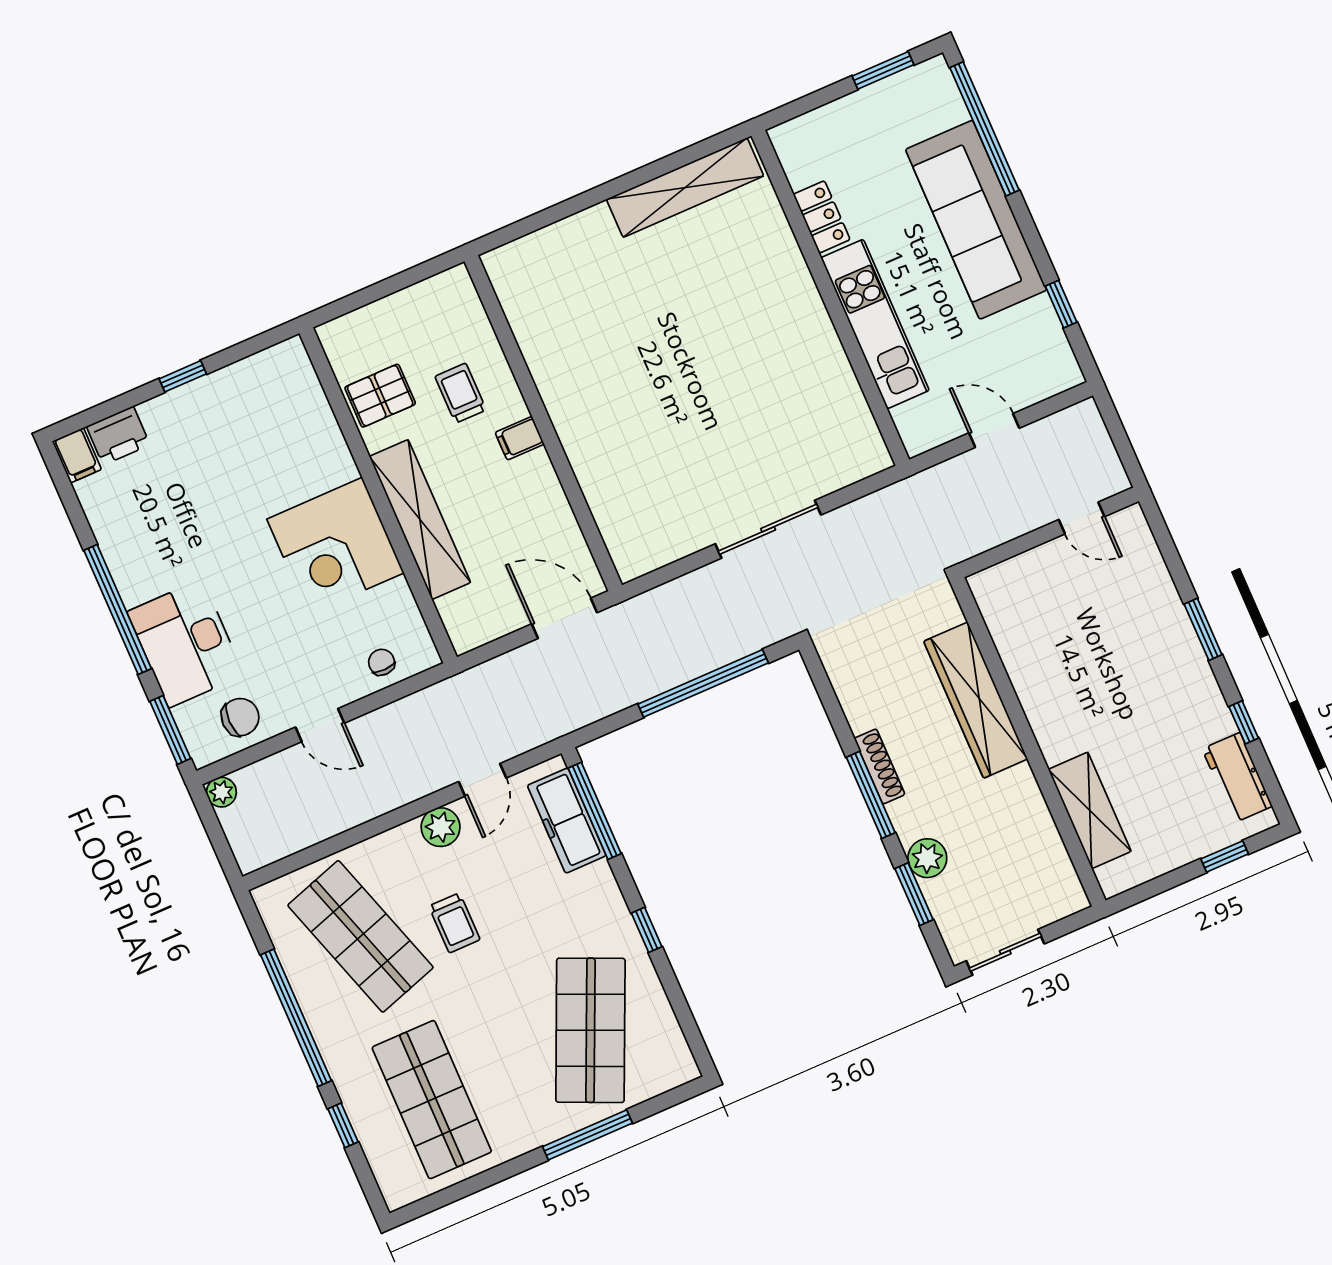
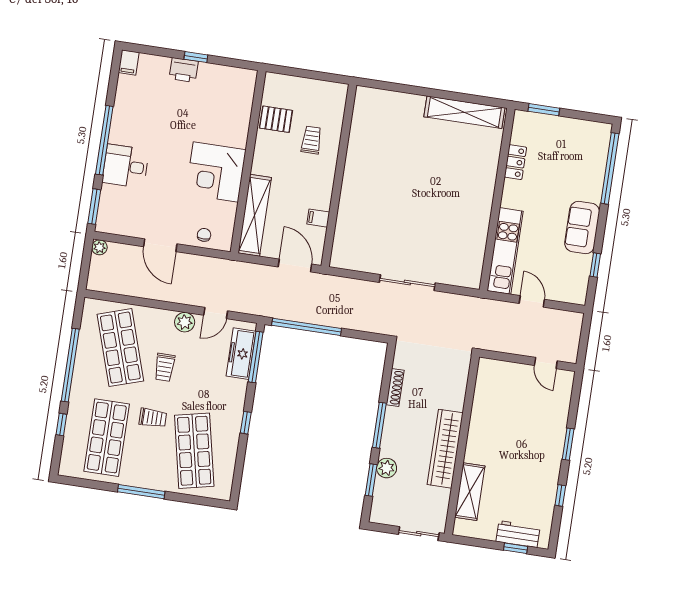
window: (883, 70) -> (544, 110), moved
sofa: (976, 220) -> (582, 228), width x0.54, depth x0.79
kitchen unit: (875, 324) -> (505, 251), moved
printer: (118, 436) -> (184, 70), moved
filing cabinet: (520, 438) -> (318, 218), moved
shelving: (420, 520) -> (255, 215), moved
desk: (186, 643) -> (126, 166), width x0.73
window: (703, 683) -> (307, 327), moved
wardrobe: (976, 700) -> (445, 449), moved
chair: (240, 717) -> (128, 220), removed
door: (320, 725) -> (160, 245), width x1.38
shoe rack: (879, 766) -> (395, 387), moved
workbench: (1237, 778) -> (518, 534), moved, turned 90
sliding door: (1005, 952) -> (419, 534), moved
trolley: (488, 1019) -> (153, 418), added
shop shelf: (590, 1030) -> (194, 451), turned -36
window: (587, 1135) -> (141, 492), moved

